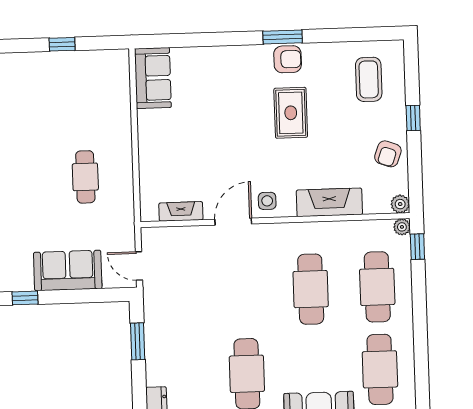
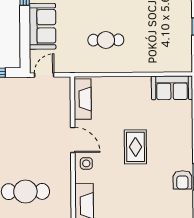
rug: (291, 113) -> (135, 147), moved, turned 90
fireplace: (181, 211) -> (83, 99), width x1.37, depth x1.32

